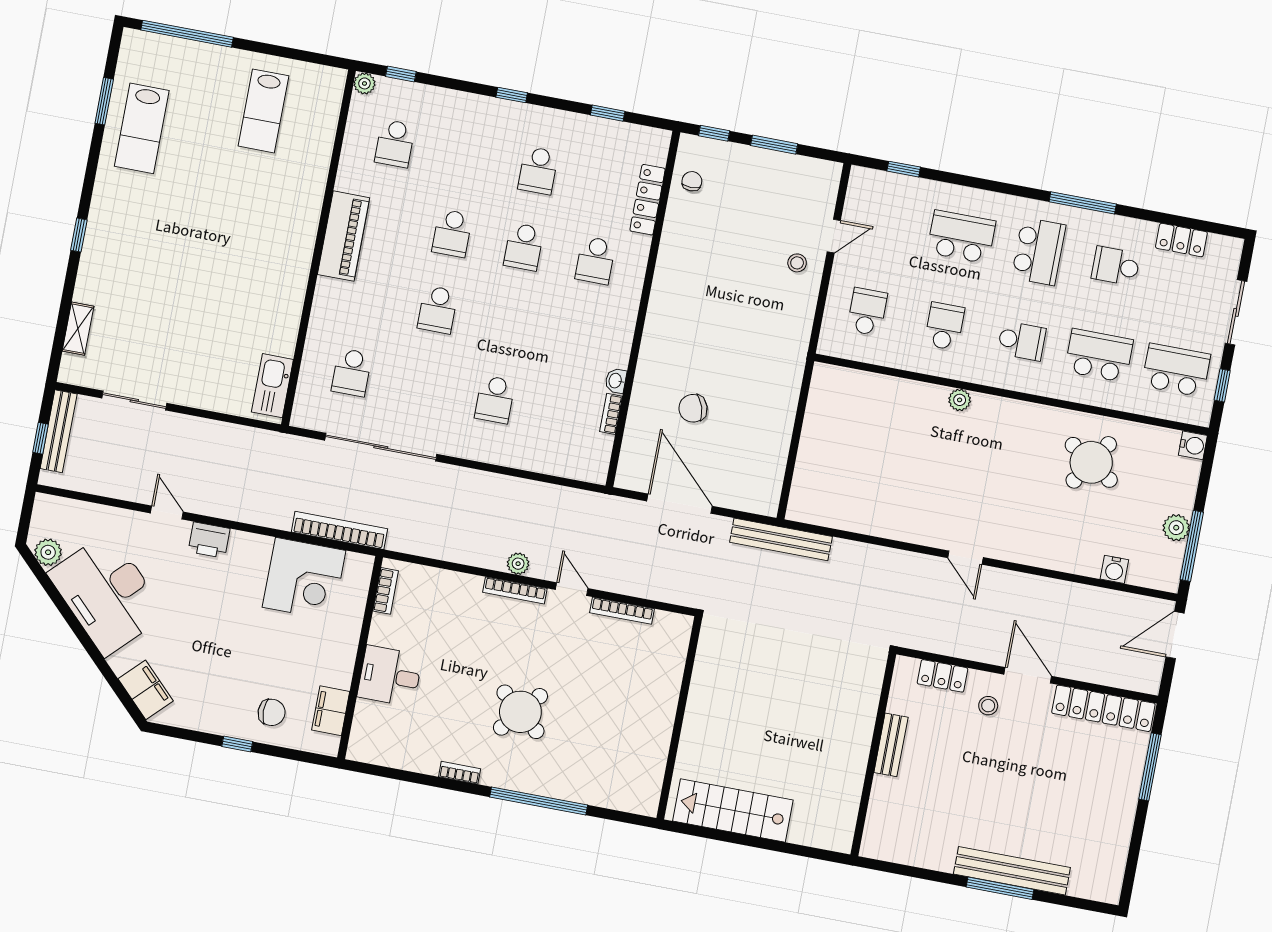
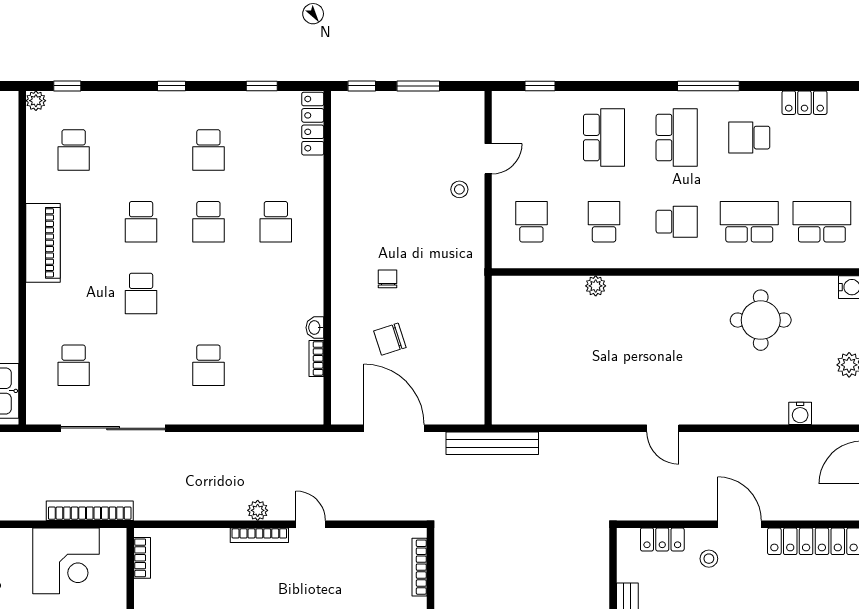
chair: (692, 181) -> (388, 279), moved
locker: (648, 200) -> (313, 124), moved
school desk: (961, 237) -> (604, 138), turned 90
plant: (960, 400) -> (596, 286), moved
round table: (1091, 462) -> (761, 320), turned -33
bookcase: (622, 611) -> (419, 567), moved, turned 90

